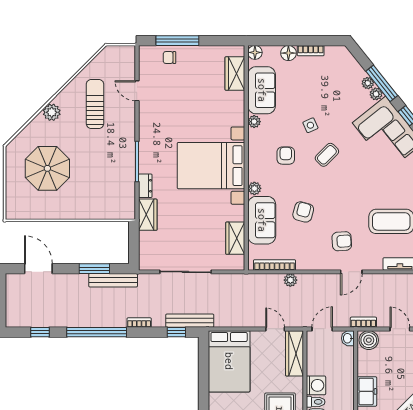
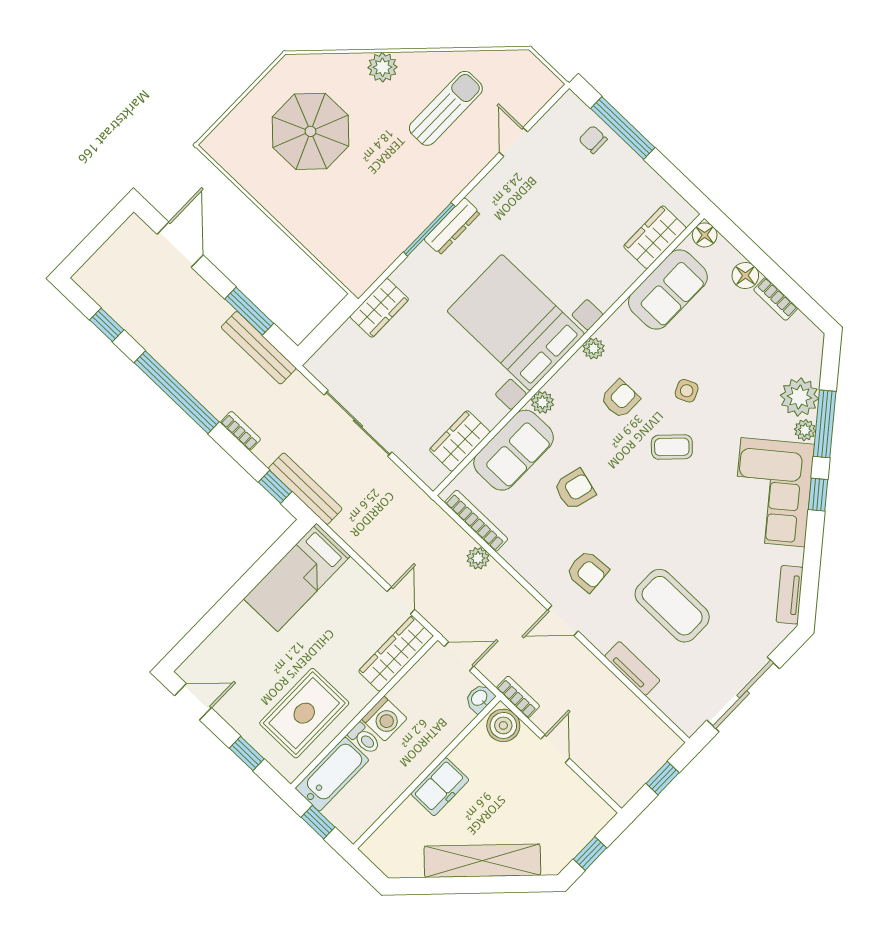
plant: (368, 83) -> (799, 397), width x1.88, depth x1.88
plant: (254, 122) -> (594, 349), moved
dresser: (145, 186) -> (452, 226), moved, width x1.44
bed: (229, 361) -> (297, 577), width x0.67

